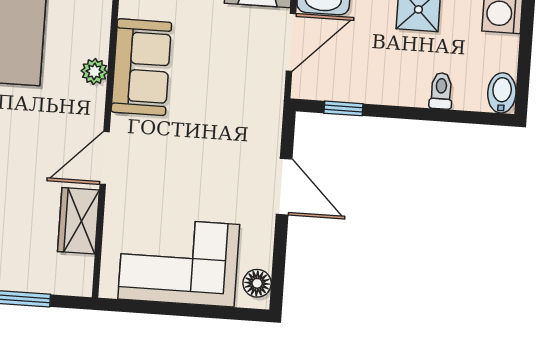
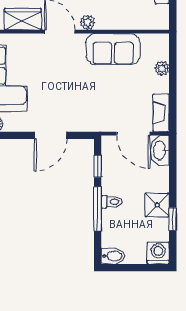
plant: (94, 71) -> (88, 22), moved
toilet: (441, 91) -> (112, 202), moved
window: (418, 114) -> (98, 209), added

